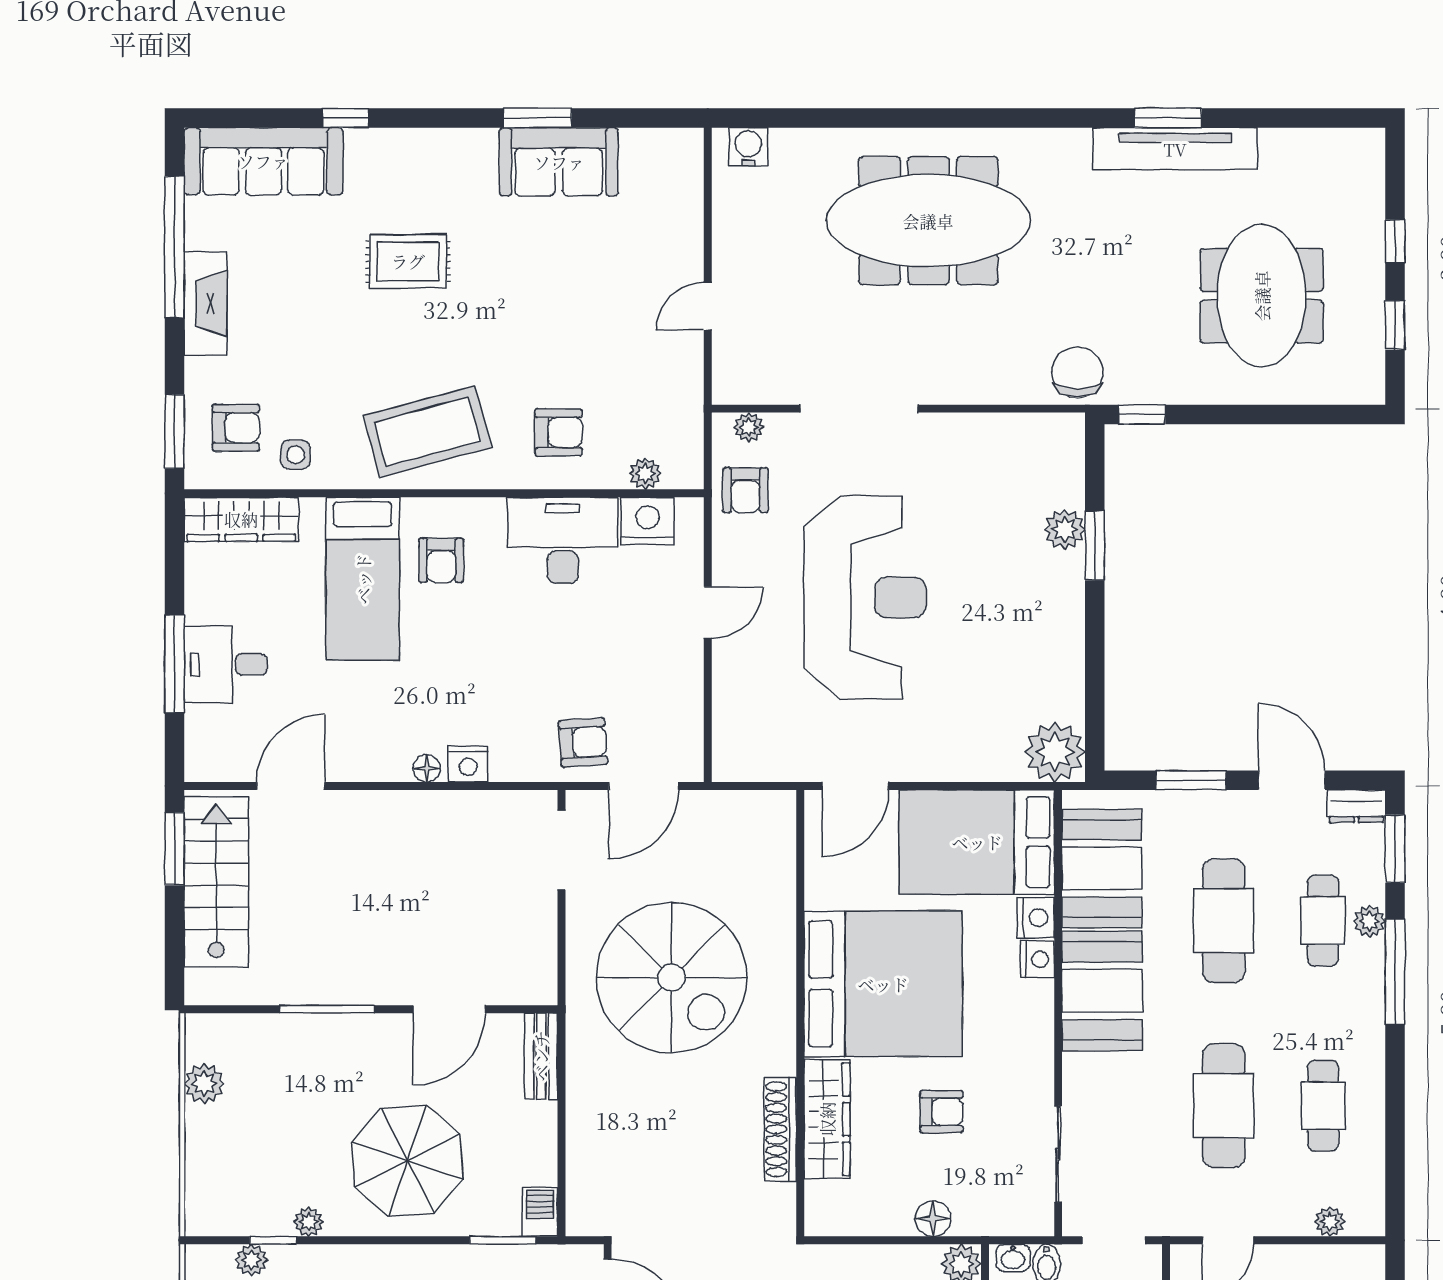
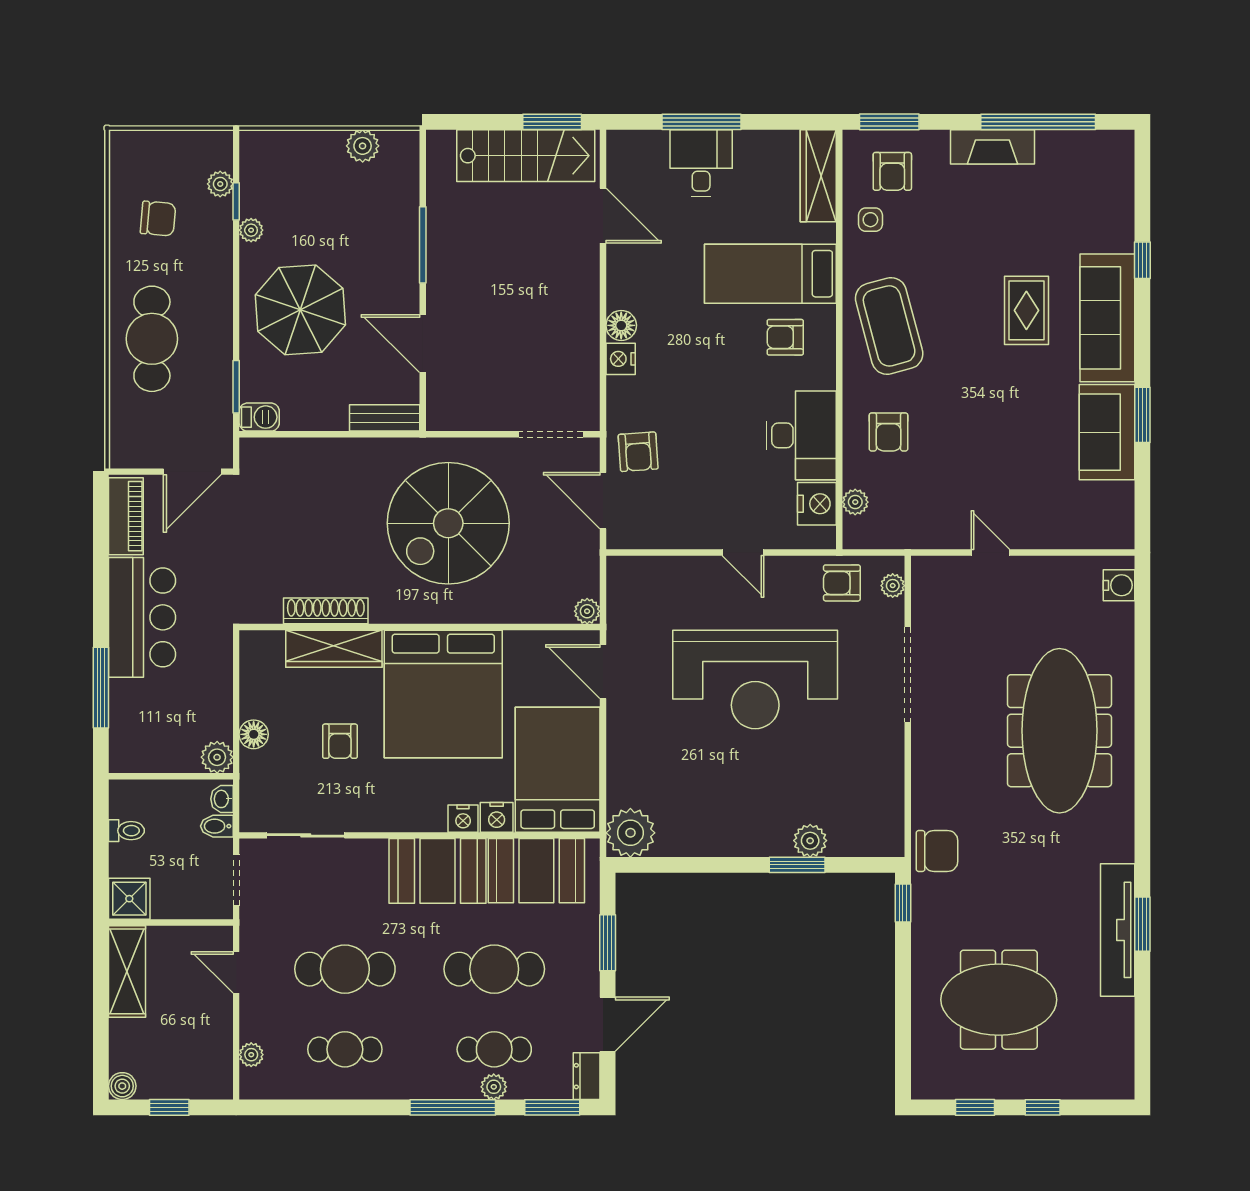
sofa: (263, 161) -> (1107, 318), moved
floor lamp: (427, 768) -> (621, 325), width x1.37, depth x1.37
plant: (780, 806) -> (587, 611), added

